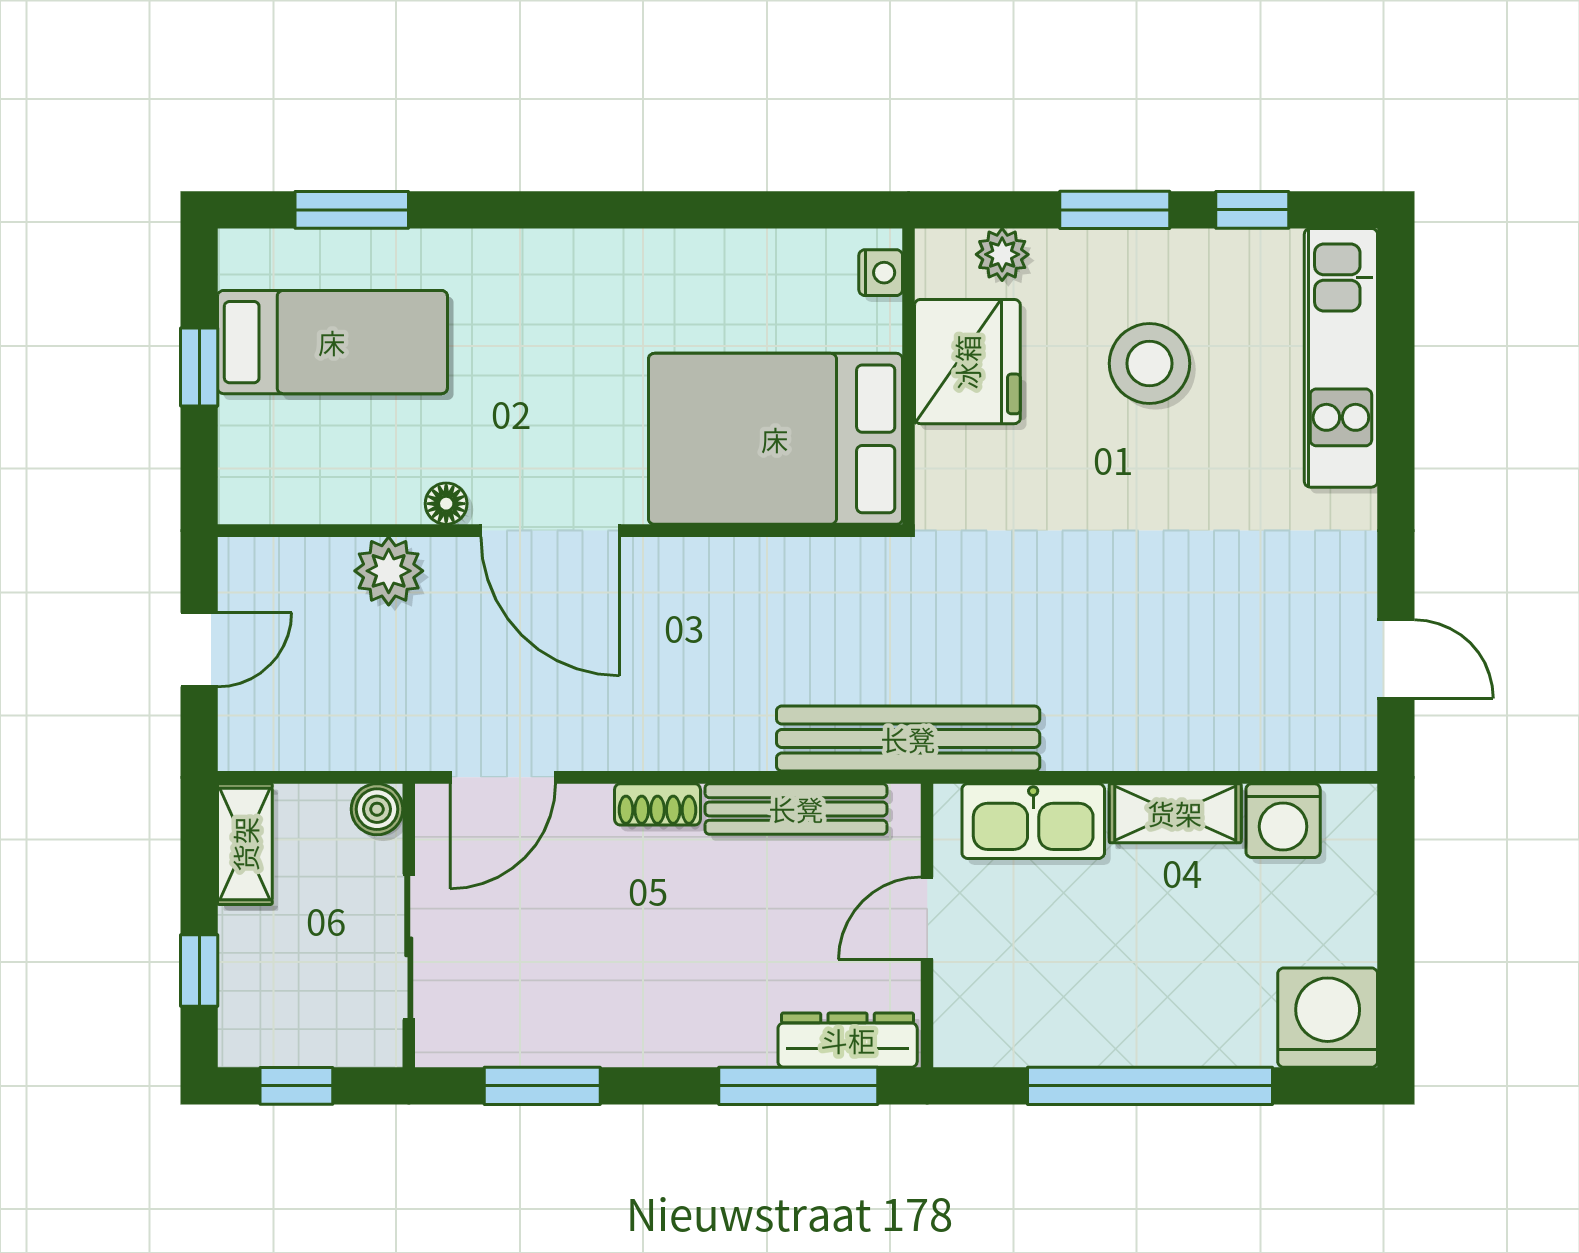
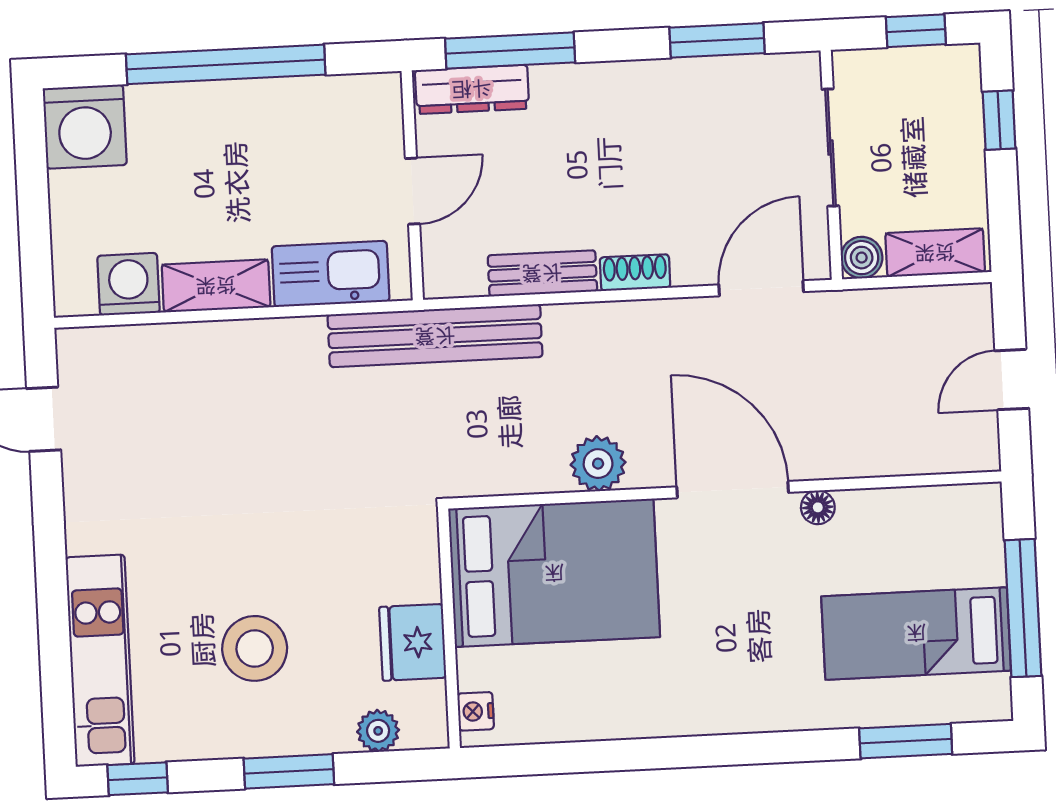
window: (1252, 210) -> (138, 779), moved
fridge: (967, 362) -> (413, 642), width x0.73, depth x0.75
window: (199, 367) -> (1023, 608), width x2.17
plant: (389, 571) -> (598, 464), moved
bench: (796, 809) -> (542, 273), width x0.73
shelving: (245, 844) -> (935, 253), moved, turned 90

